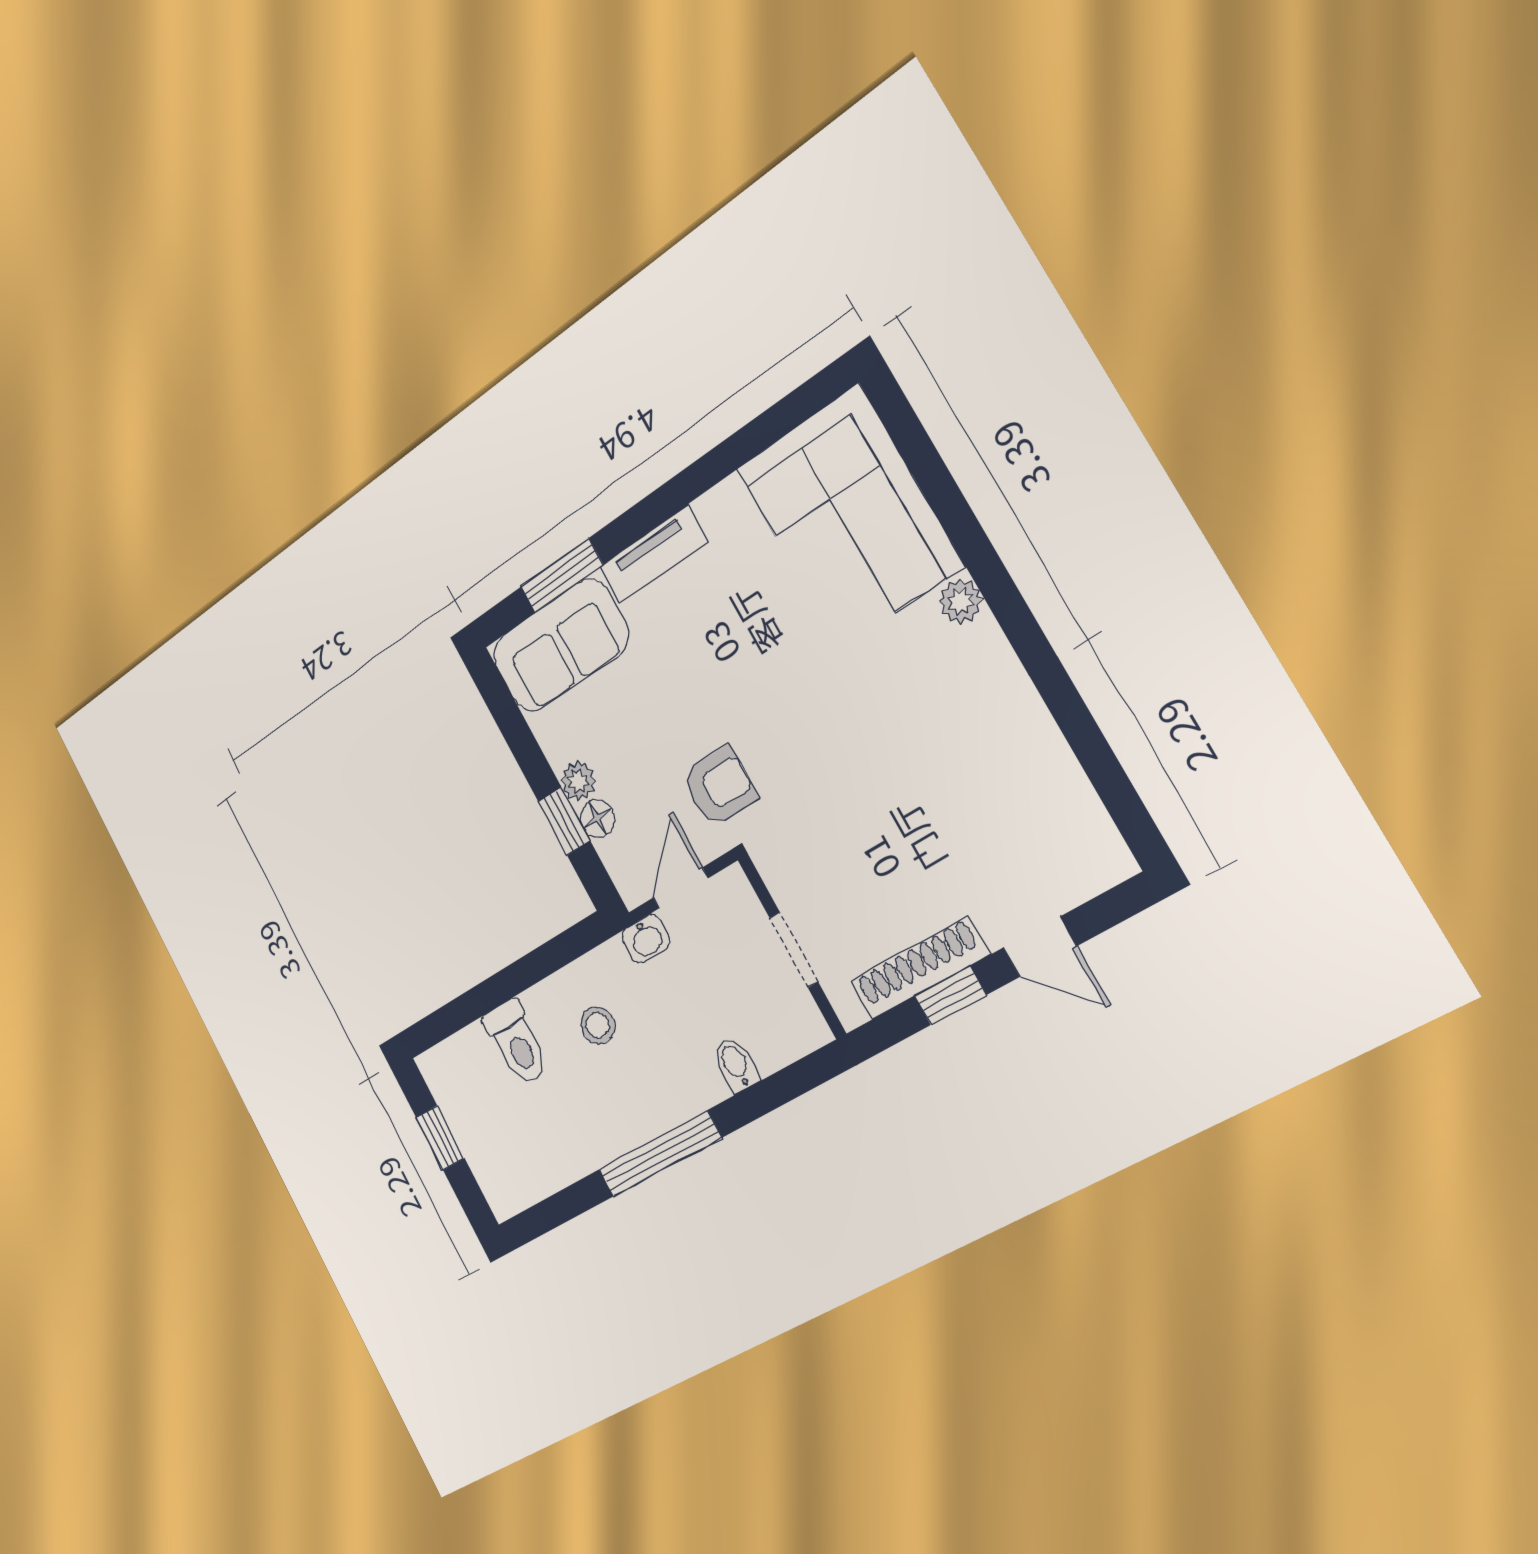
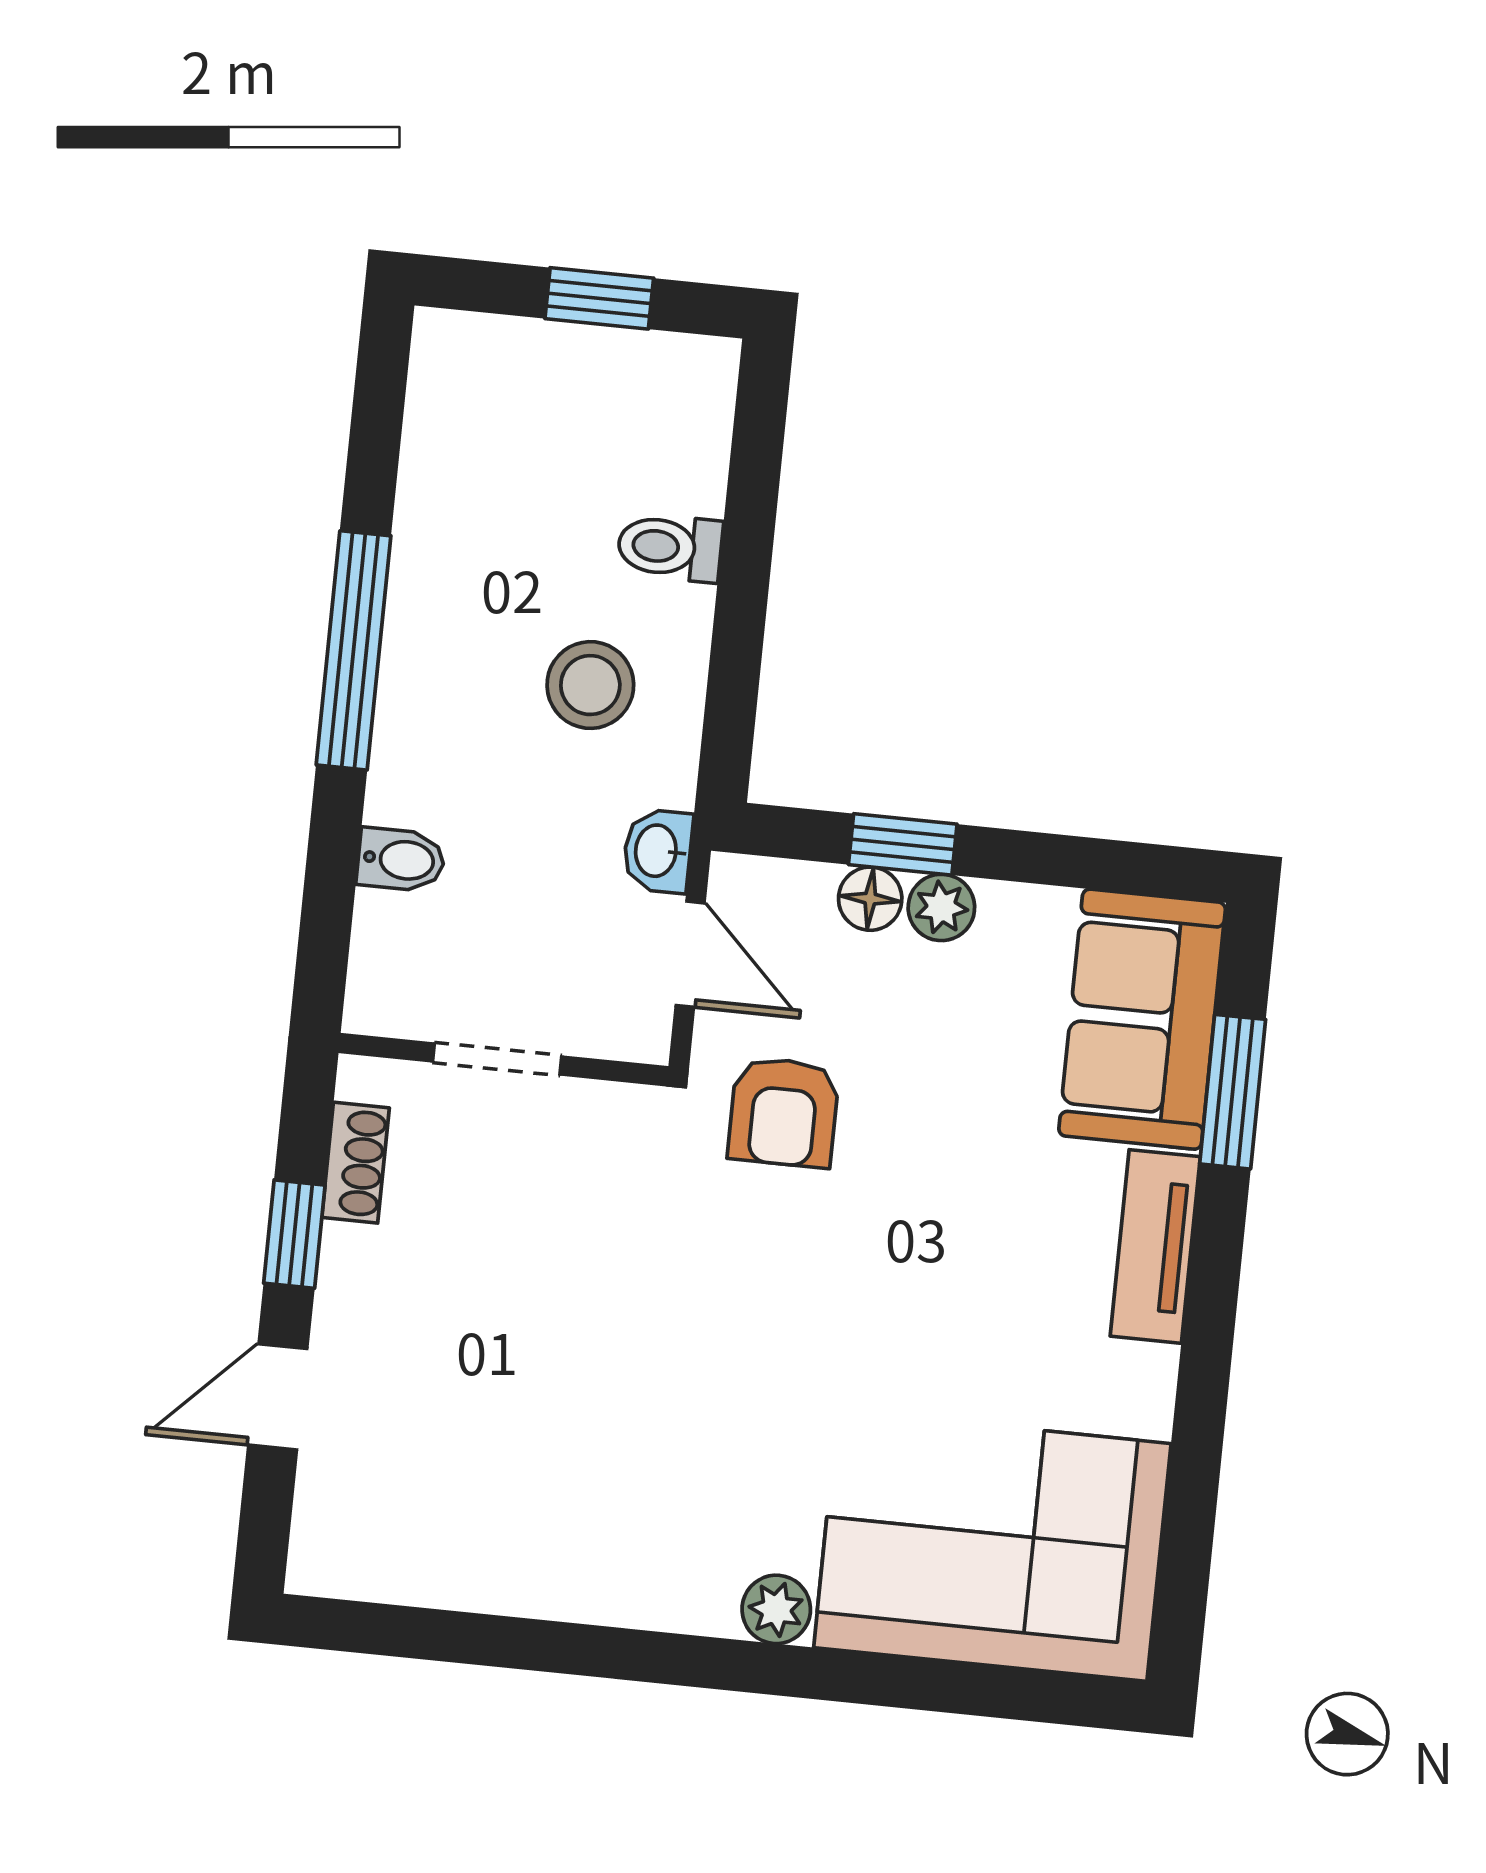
shoe rack: (919, 968) -> (356, 1163), width x0.51, depth x0.81
stool: (598, 1025) -> (590, 685), width x1.37, depth x1.37
toilet: (517, 1043) -> (670, 547), width x0.73, depth x0.72

